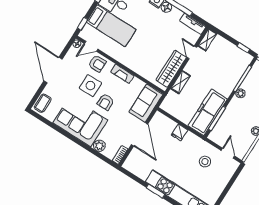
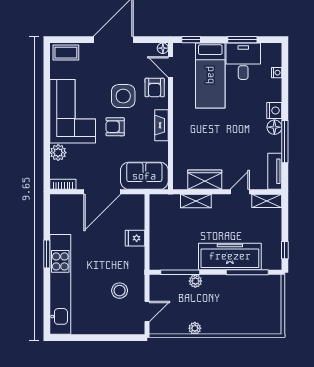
wardrobe: (171, 69) -> (205, 180), width x0.67
plant: (240, 93) -> (195, 281), moved
freezer: (208, 112) -> (230, 256), moved

